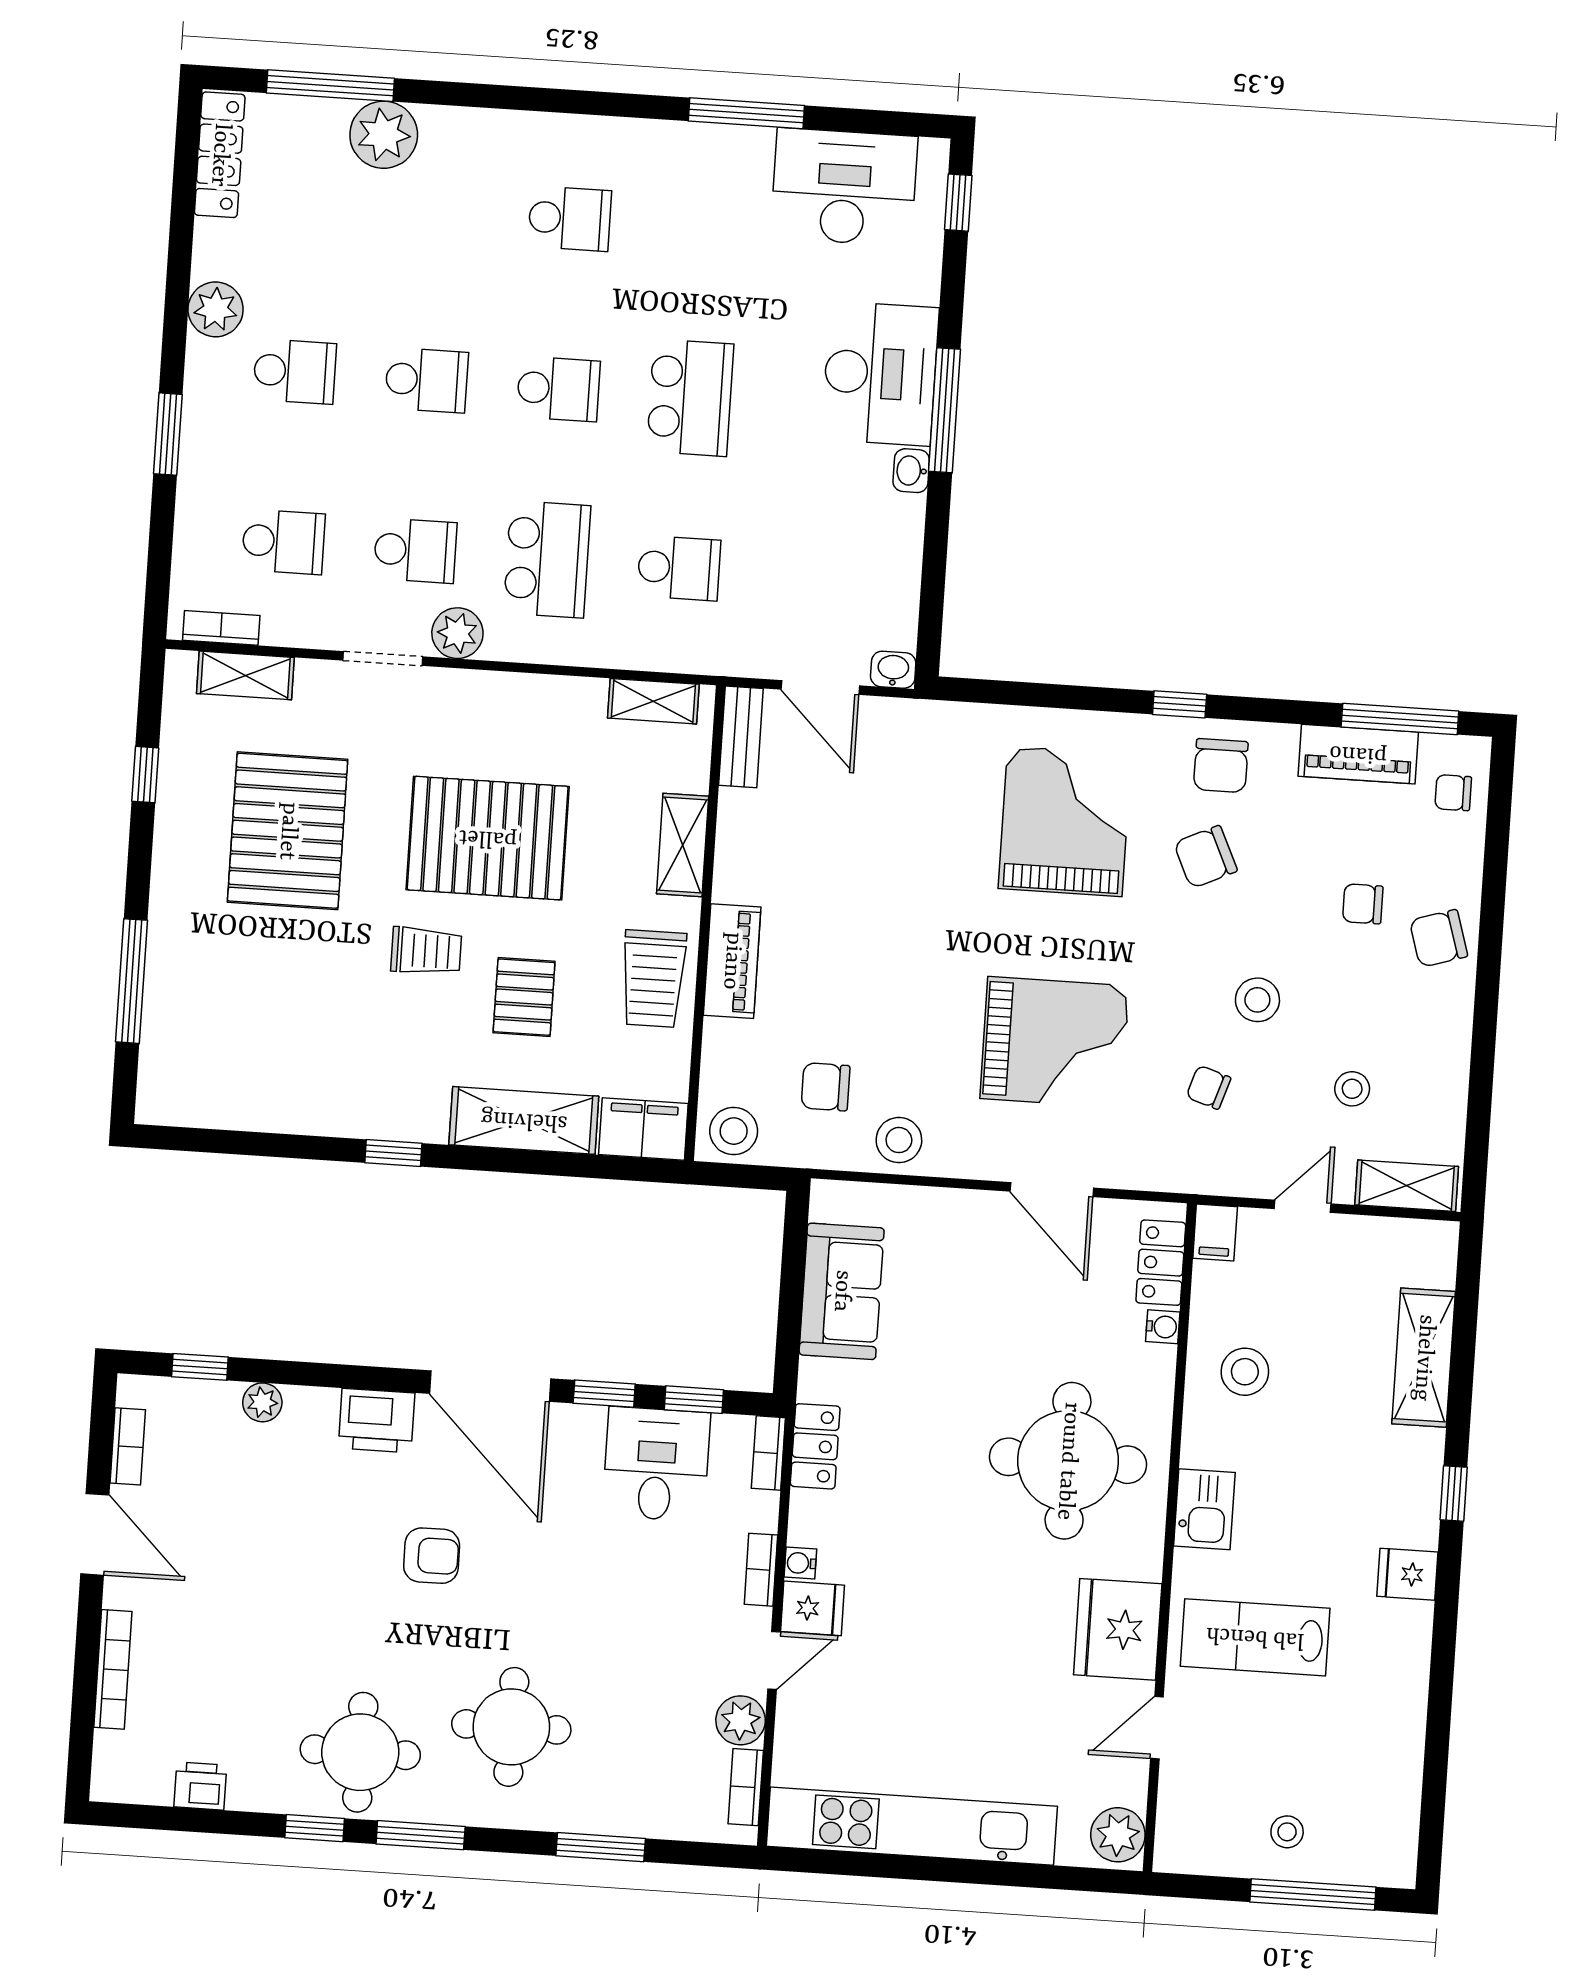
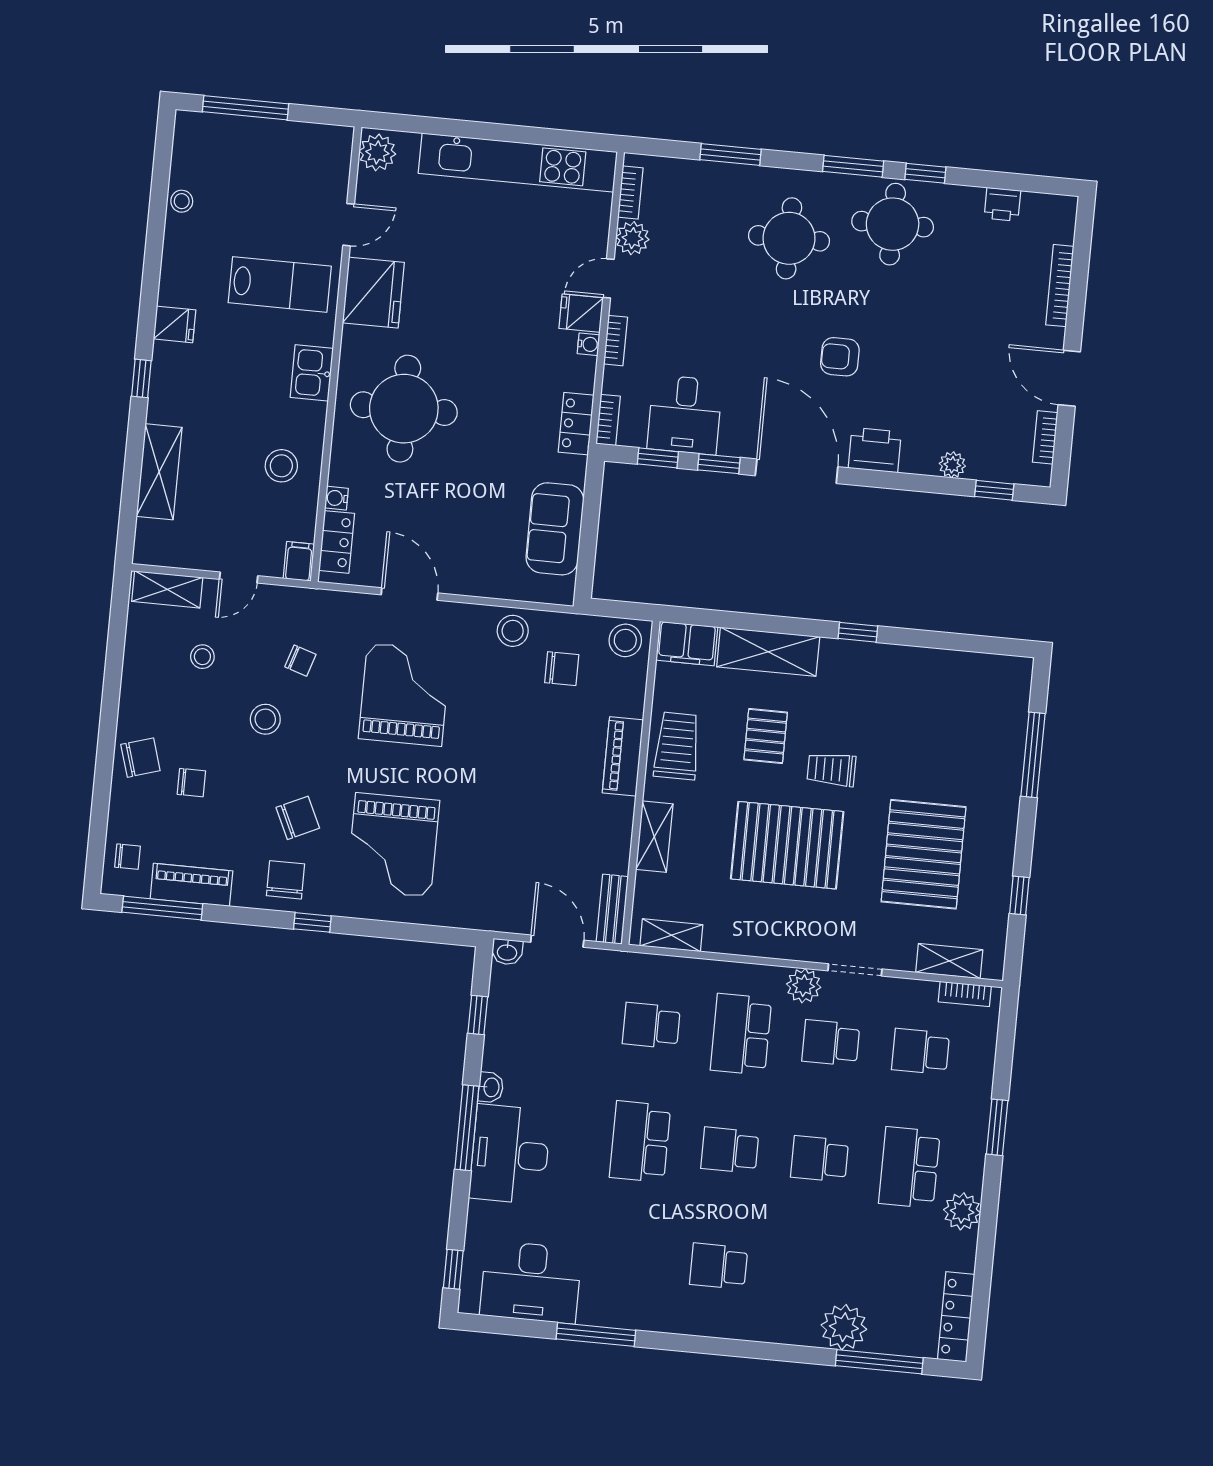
school desk: (295, 371) -> (909, 1167), width x1.85
window: (933, 576) -> (478, 1015), added
grand piano: (1055, 1042) -> (405, 695), turned 90
stool: (1287, 1832) -> (182, 201), moved

